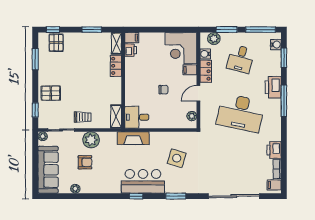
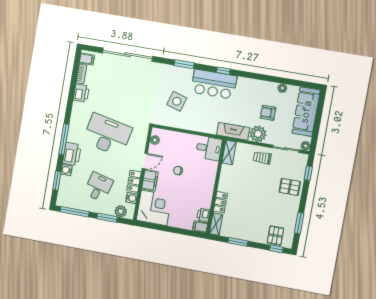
water cooler: (276, 45) -> (67, 170), moved
filing cabinet: (190, 70) -> (150, 180), width x2.00
fireplace: (133, 138) -> (233, 131), moved

